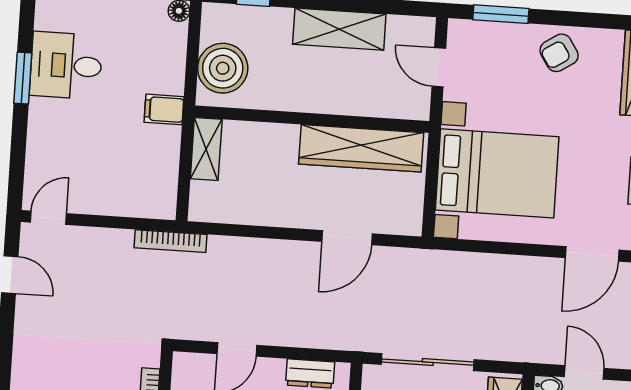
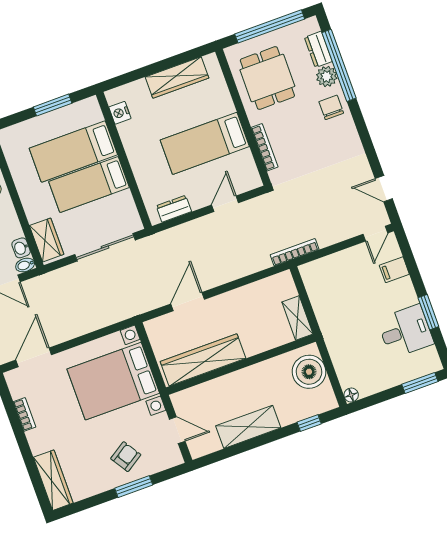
window: (501, 14) -> (134, 487), moved
armchair: (559, 53) -> (126, 457), moved
filing cabinet: (164, 109) -> (394, 270), moved, turned 180

